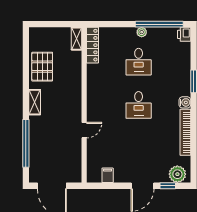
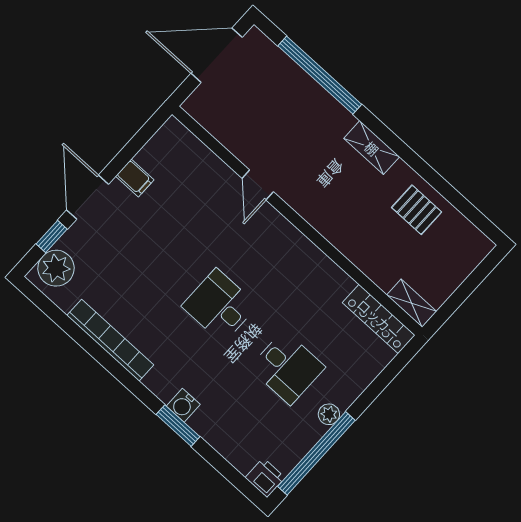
desk: (139, 62) -> (287, 367), turned 180
pallet: (42, 67) -> (417, 210), width x0.67, depth x0.71
water cooler: (185, 102) -> (183, 405), moved
filing cabinet: (108, 175) -> (135, 178), moved

